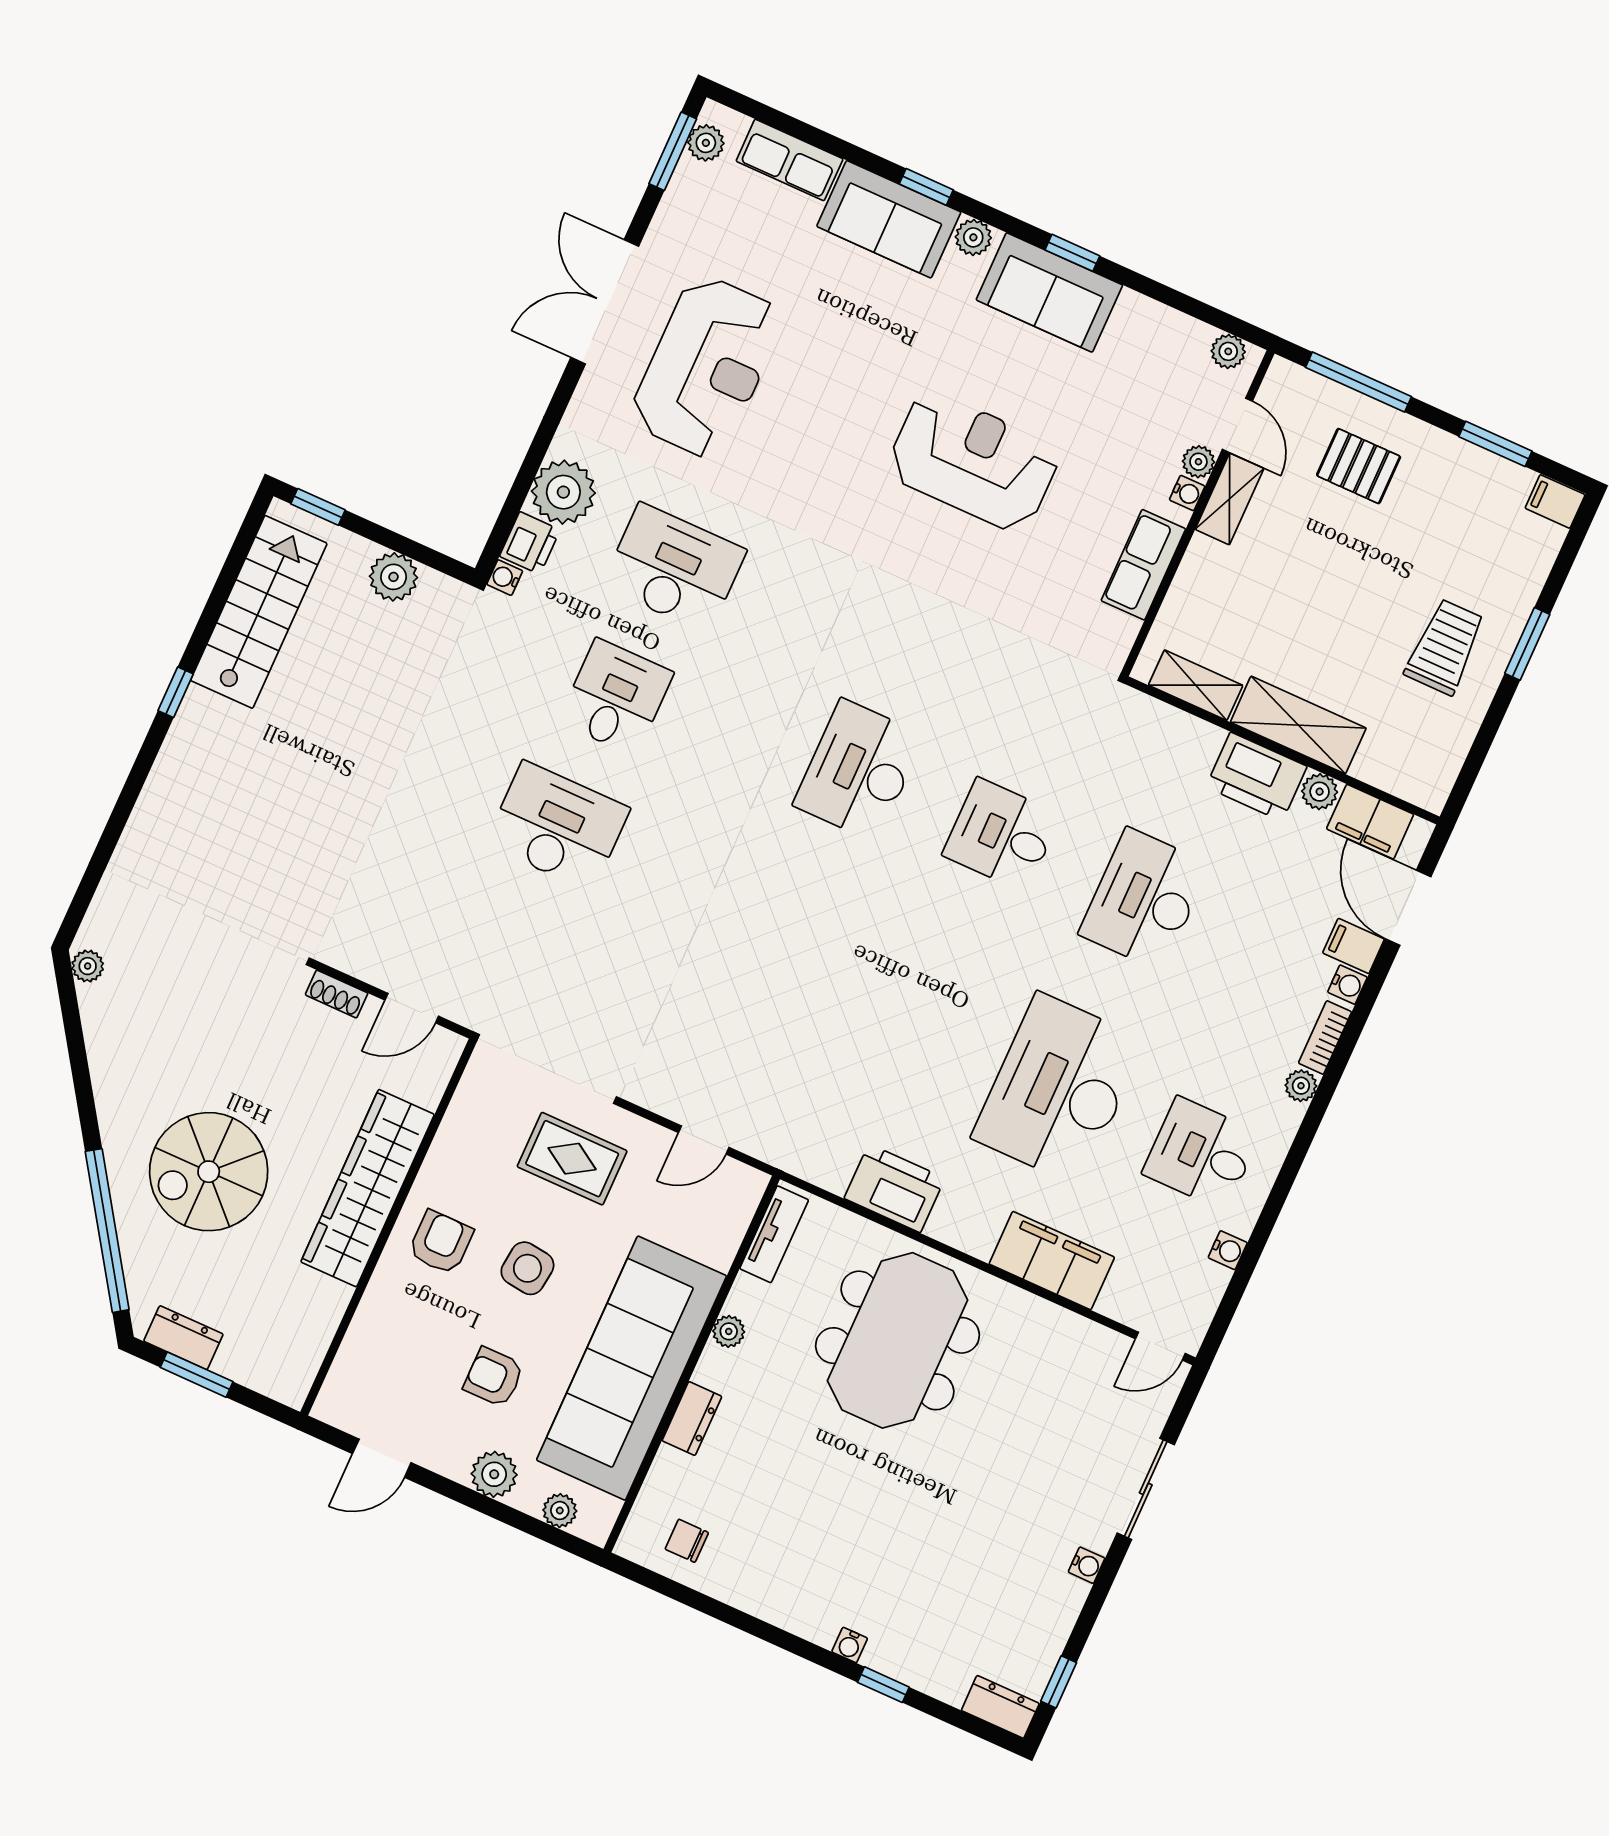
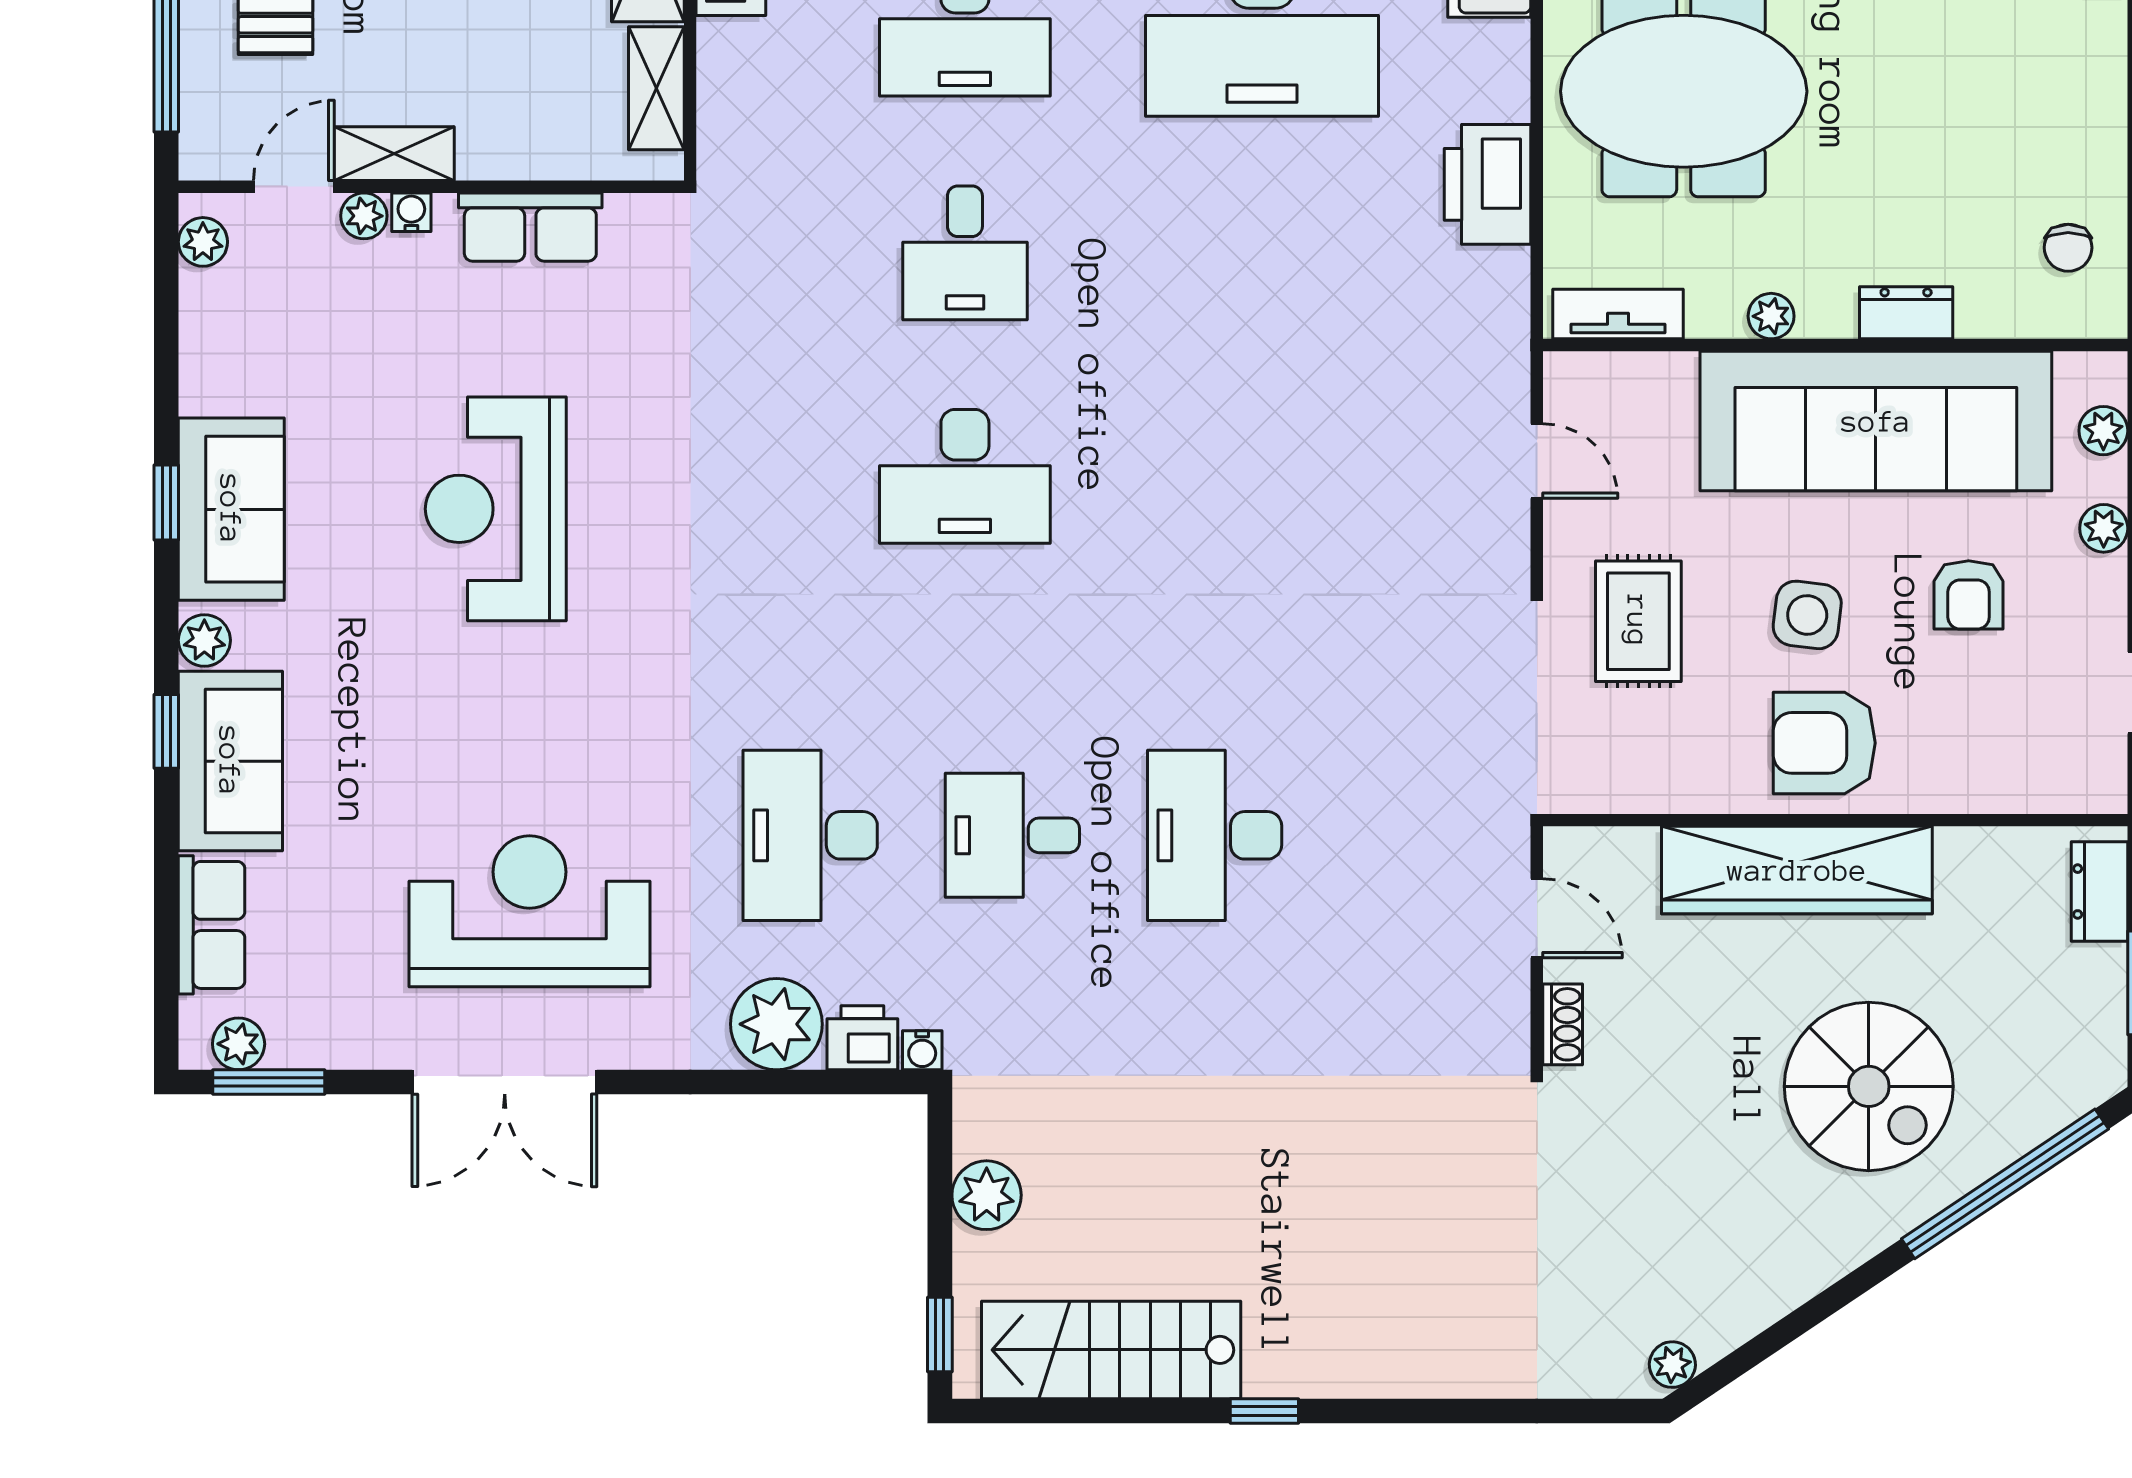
armchair: (441, 1242) -> (1824, 743), width x1.38, depth x1.38
dresser: (183, 1338) -> (2100, 892), moved
plant: (494, 1474) -> (2104, 528), width x0.73, depth x0.73

